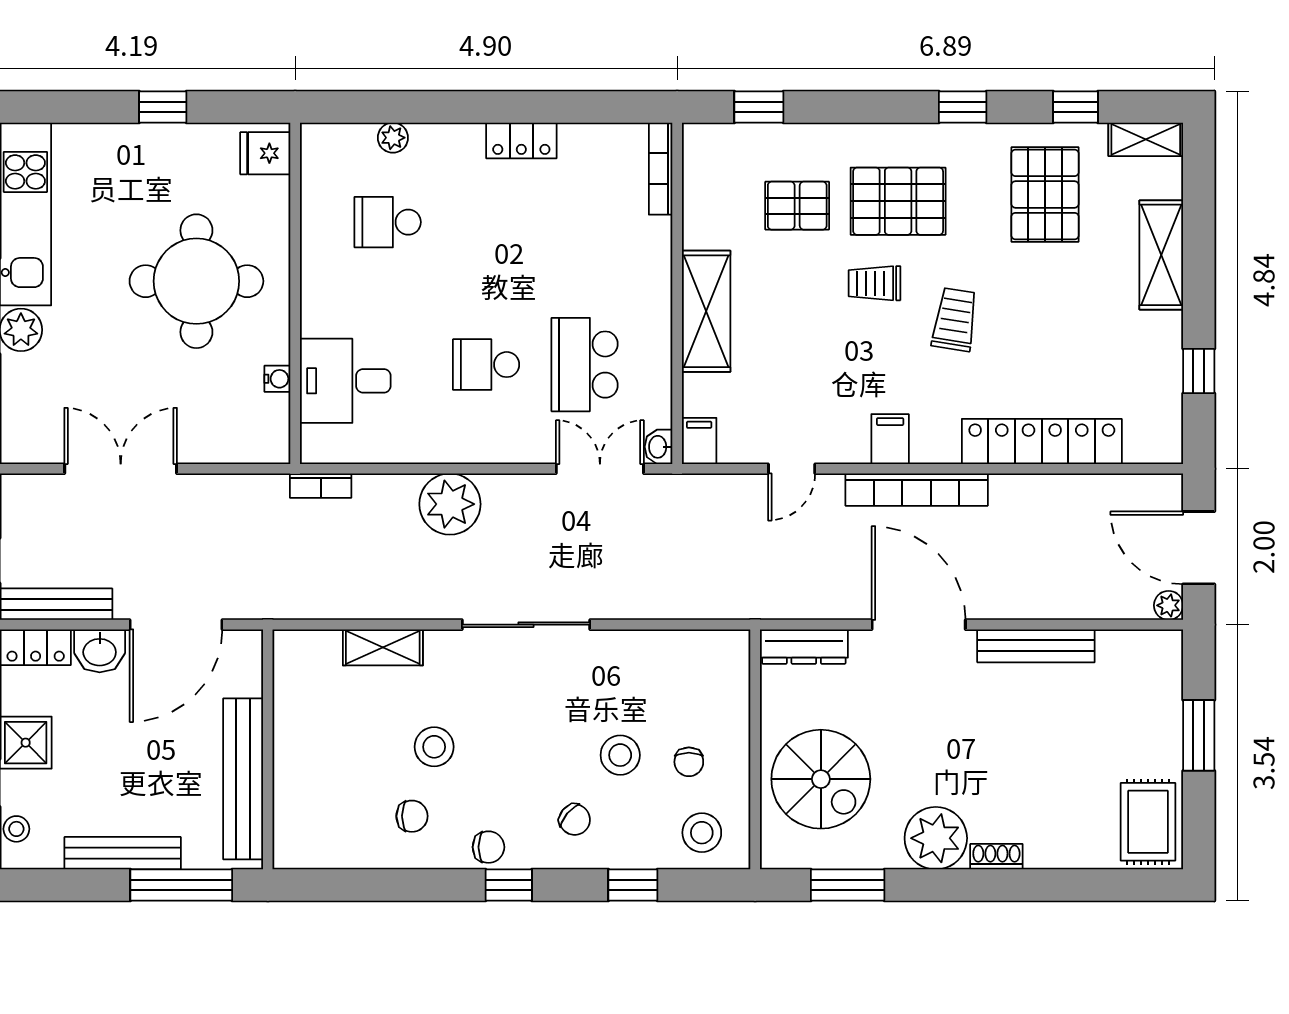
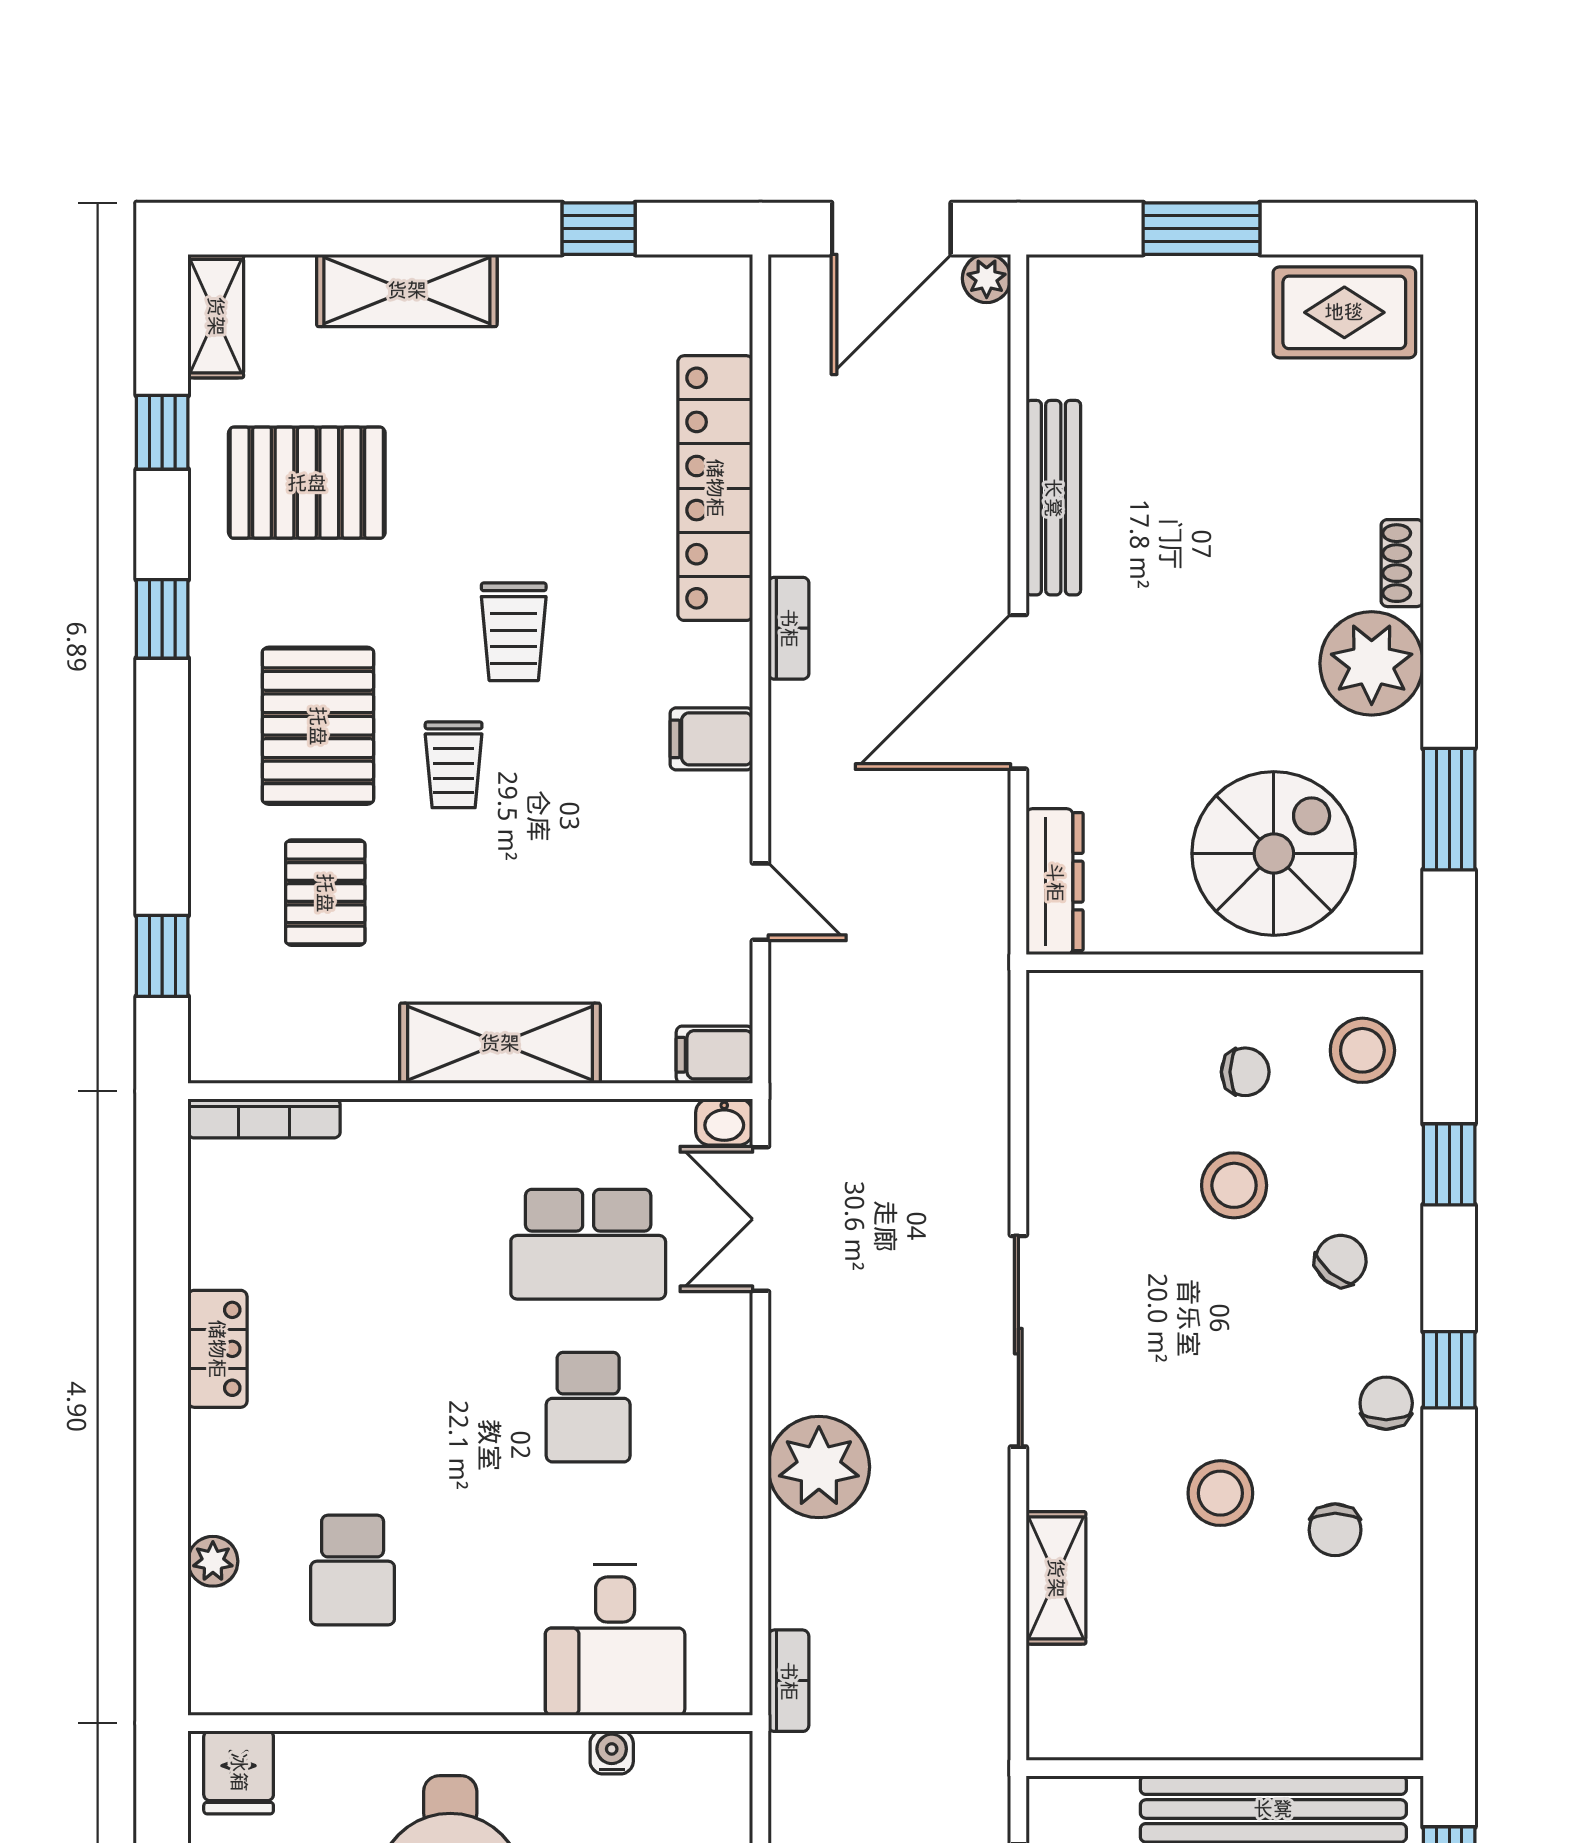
trolley: (955, 320) -> (514, 632), turned -99
bookcase: (917, 490) -> (789, 628), width x0.43, depth x0.76
chair: (412, 816) -> (1335, 1530), turned 180

